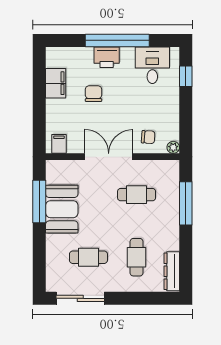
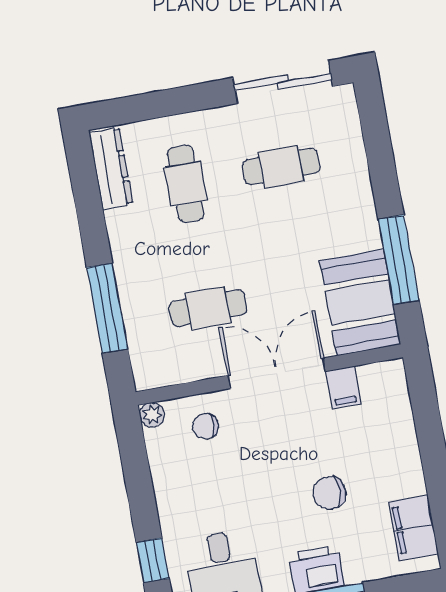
filing cabinet: (56, 83) -> (413, 528), moved
chair: (94, 94) -> (329, 493), turned 90
filing cabinet: (59, 144) -> (343, 387), moved
double door: (109, 157) -> (277, 373), swing flipped
booth: (62, 209) -> (360, 302), moved

